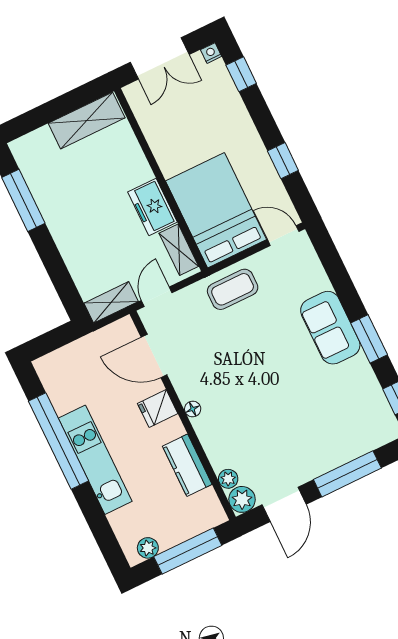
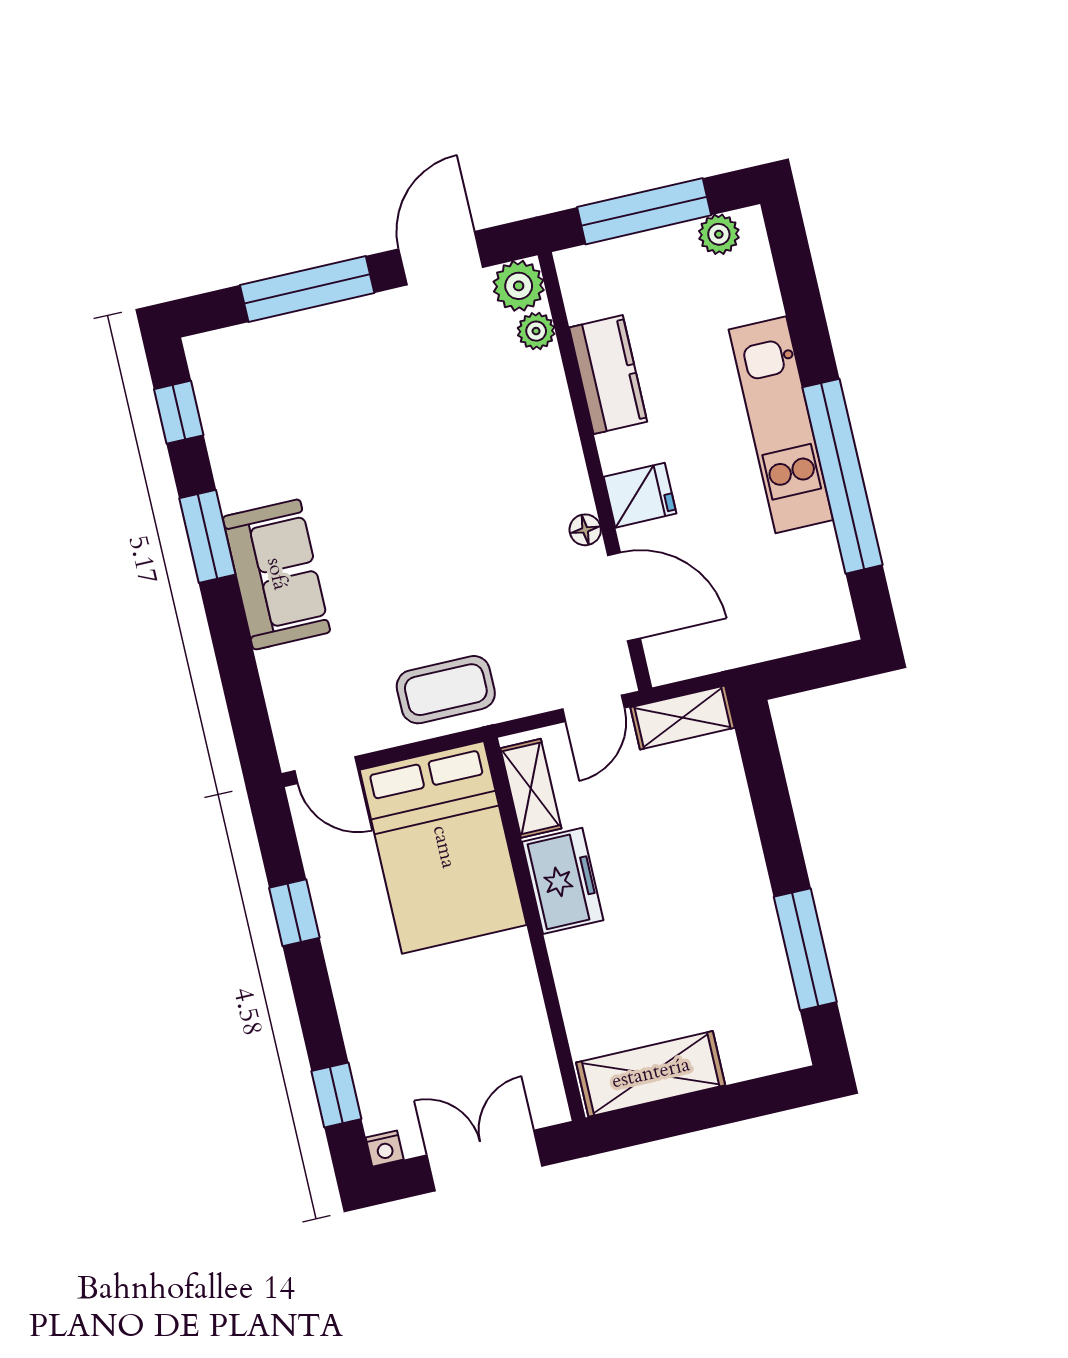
floor lamp: (193, 409) -> (585, 530), moved

